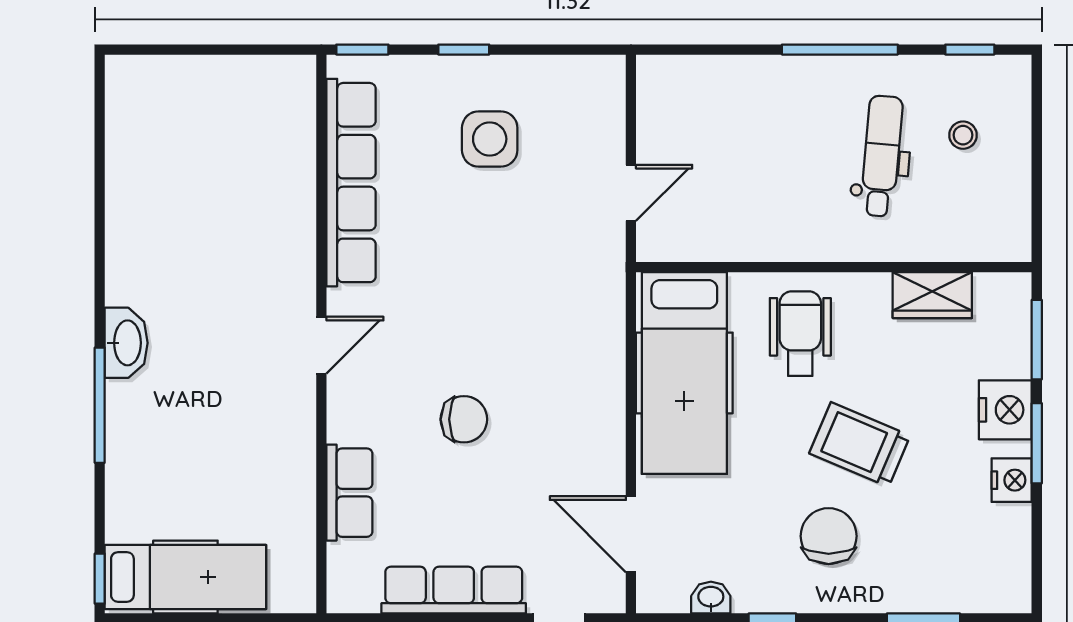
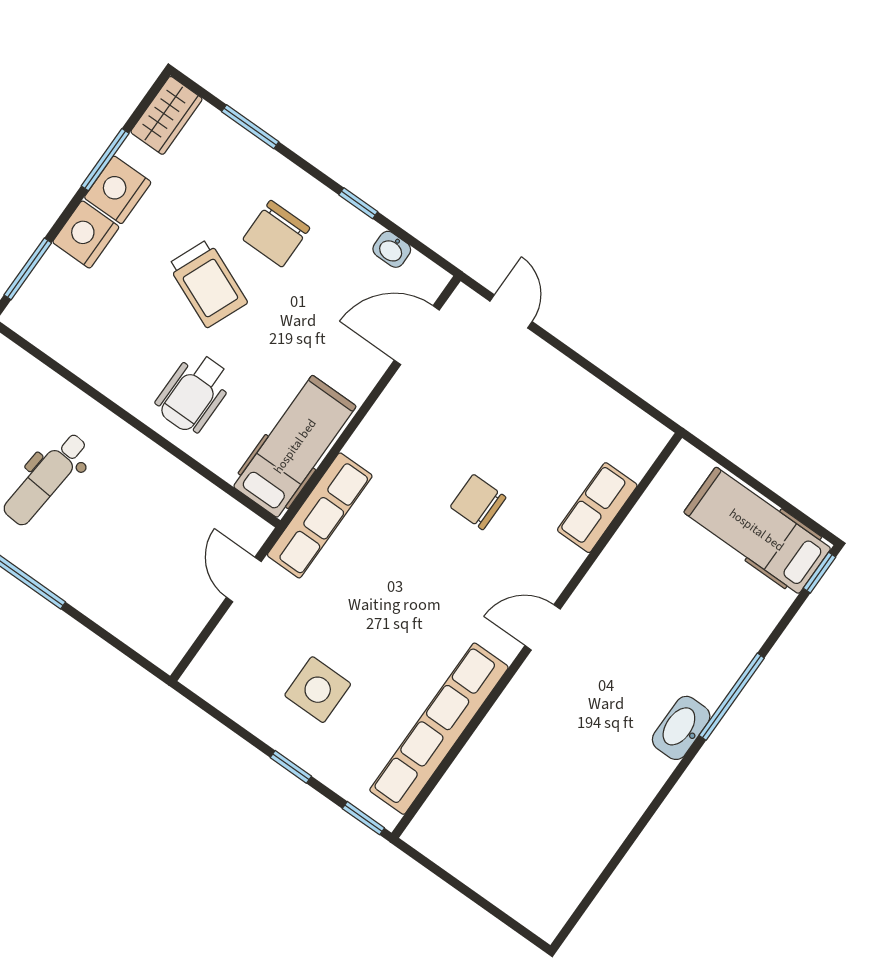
door: (631, 193) -> (244, 579), hinge flipped
wardrobe: (932, 295) -> (166, 115), moved, turned 90
hospital bed: (684, 373) -> (295, 446), width x0.73, depth x0.78
window: (1037, 443) -> (105, 160), moved
nightstand: (1012, 480) -> (118, 190), width x1.36, depth x1.33
door: (631, 534) -> (417, 335), swing flipped
row of seats: (454, 590) -> (320, 515), moved, turned -90

